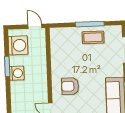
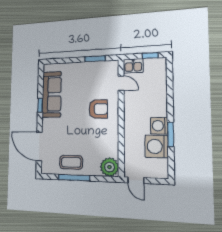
plant: (58, 36) -> (109, 167), added
washing machine: (18, 45) -> (157, 146), moved

